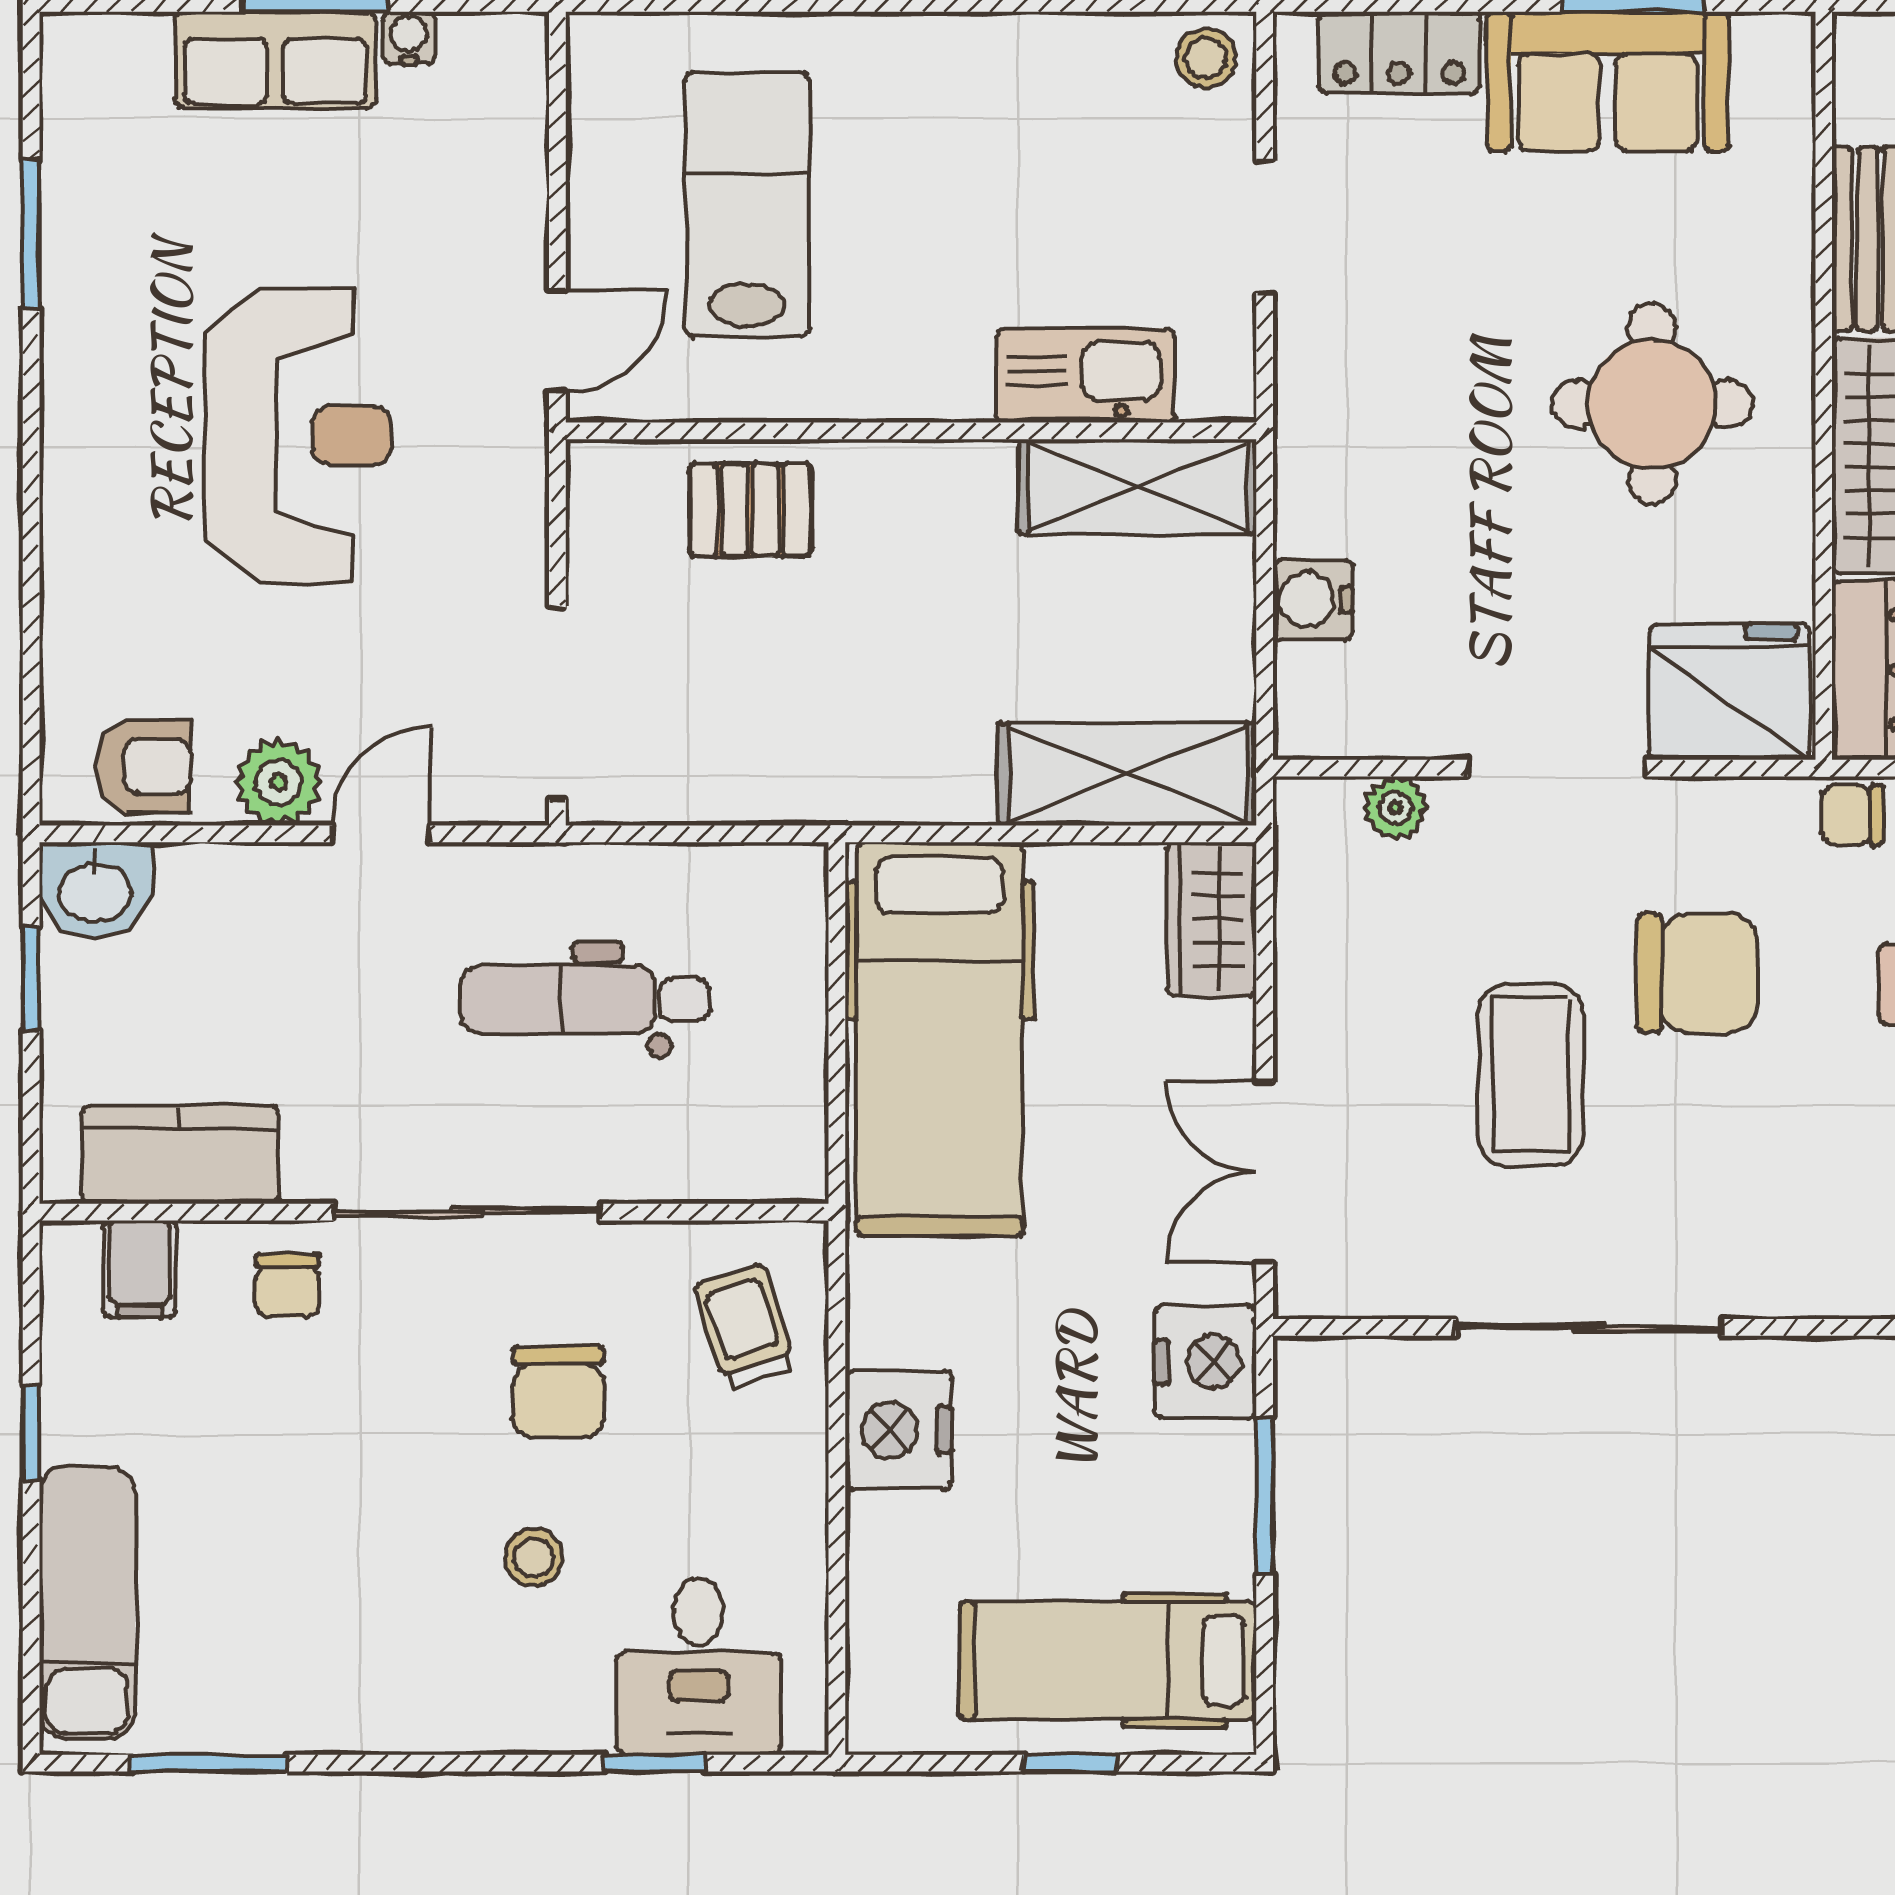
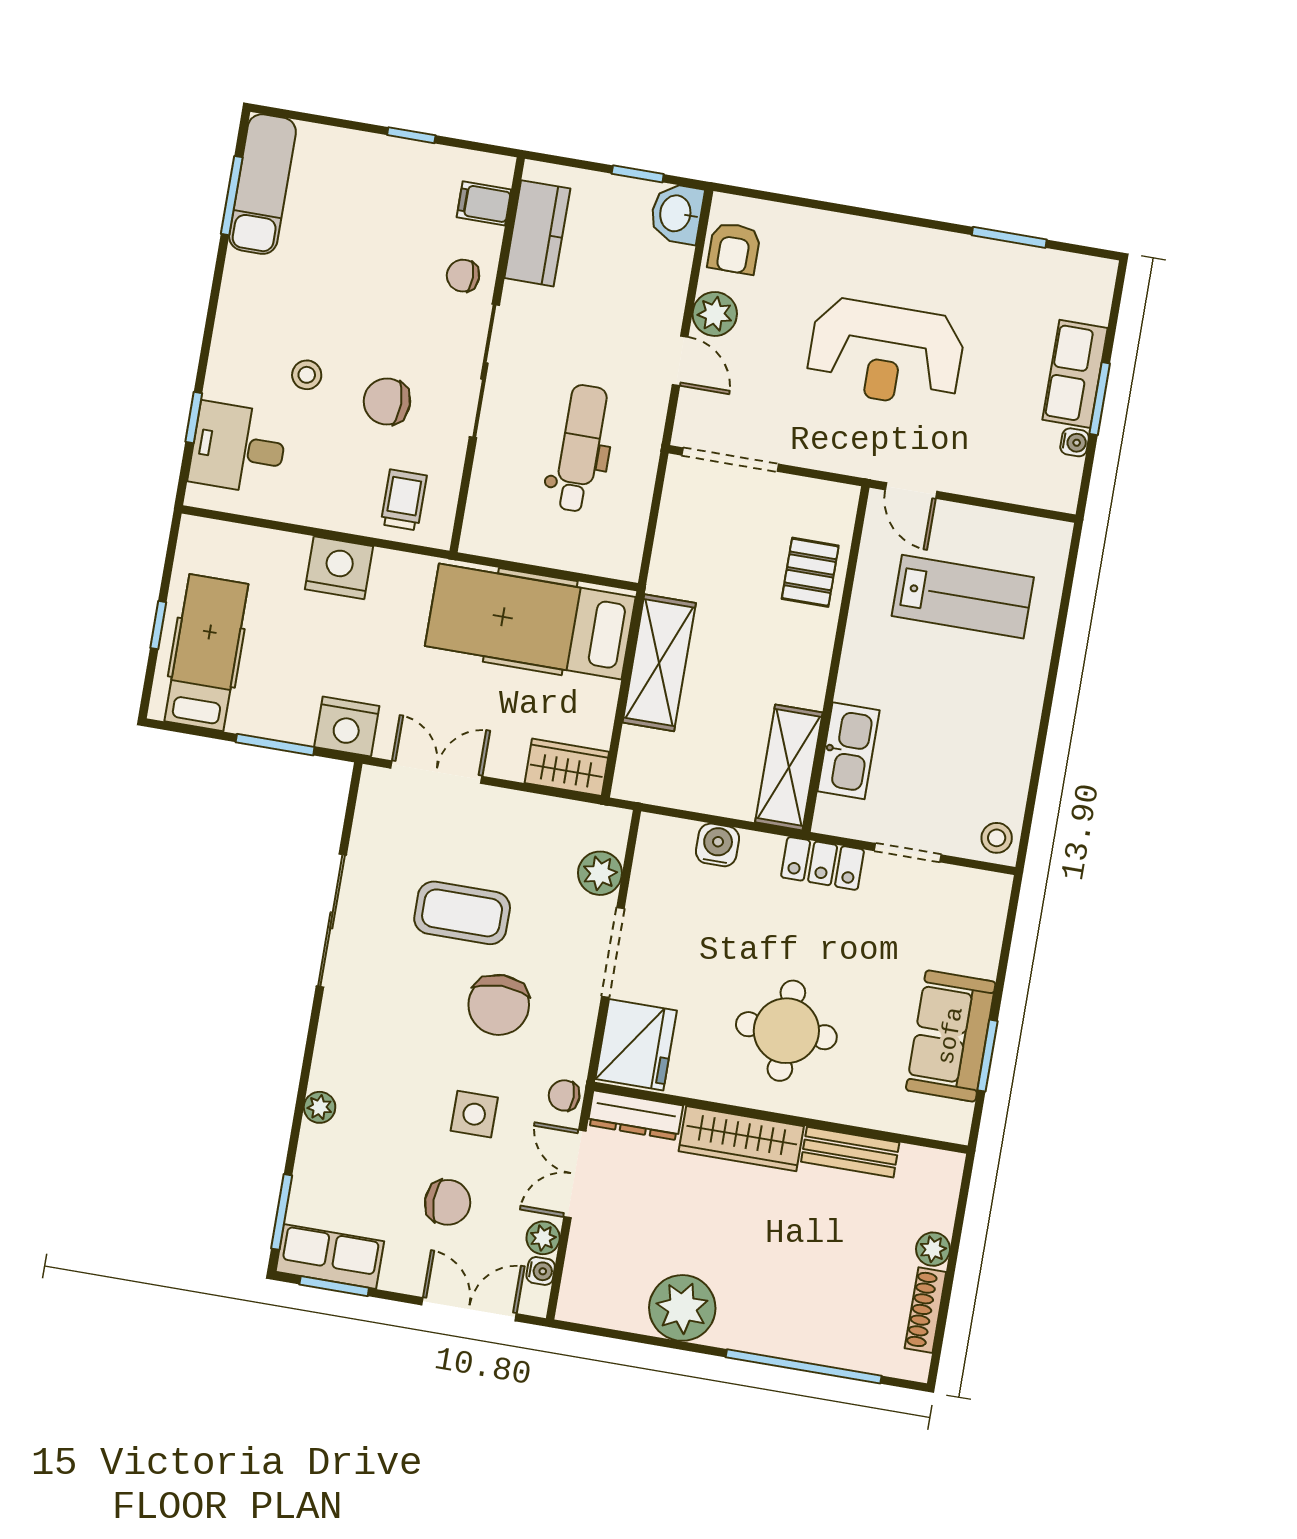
locker: (1399, 53) -> (823, 863), moved, turned -90
shelving: (1127, 774) -> (659, 663), moved
plant: (1395, 808) -> (600, 873), width x1.38, depth x1.38
chair: (1852, 815) -> (564, 1095), turned -90
trolley: (745, 1326) -> (404, 500), turned -72
exam couch: (87, 1603) -> (262, 184), moved, turned -90

